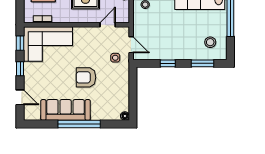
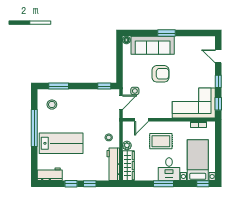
door: (131, 45) -> (121, 102), swing flipped
window: (168, 63) -> (104, 86), moved
sofa: (66, 110) -> (153, 45), moved
window: (79, 124) -> (167, 33), width x0.47

